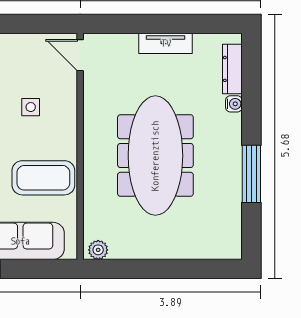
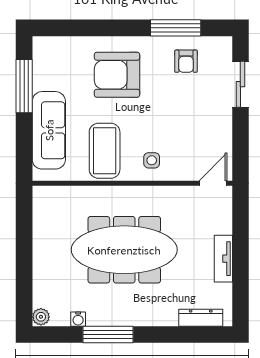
water cooler: (234, 104) -> (78, 319), moved
side table: (31, 107) -> (152, 160), moved
plant: (98, 250) -> (41, 317), moved

